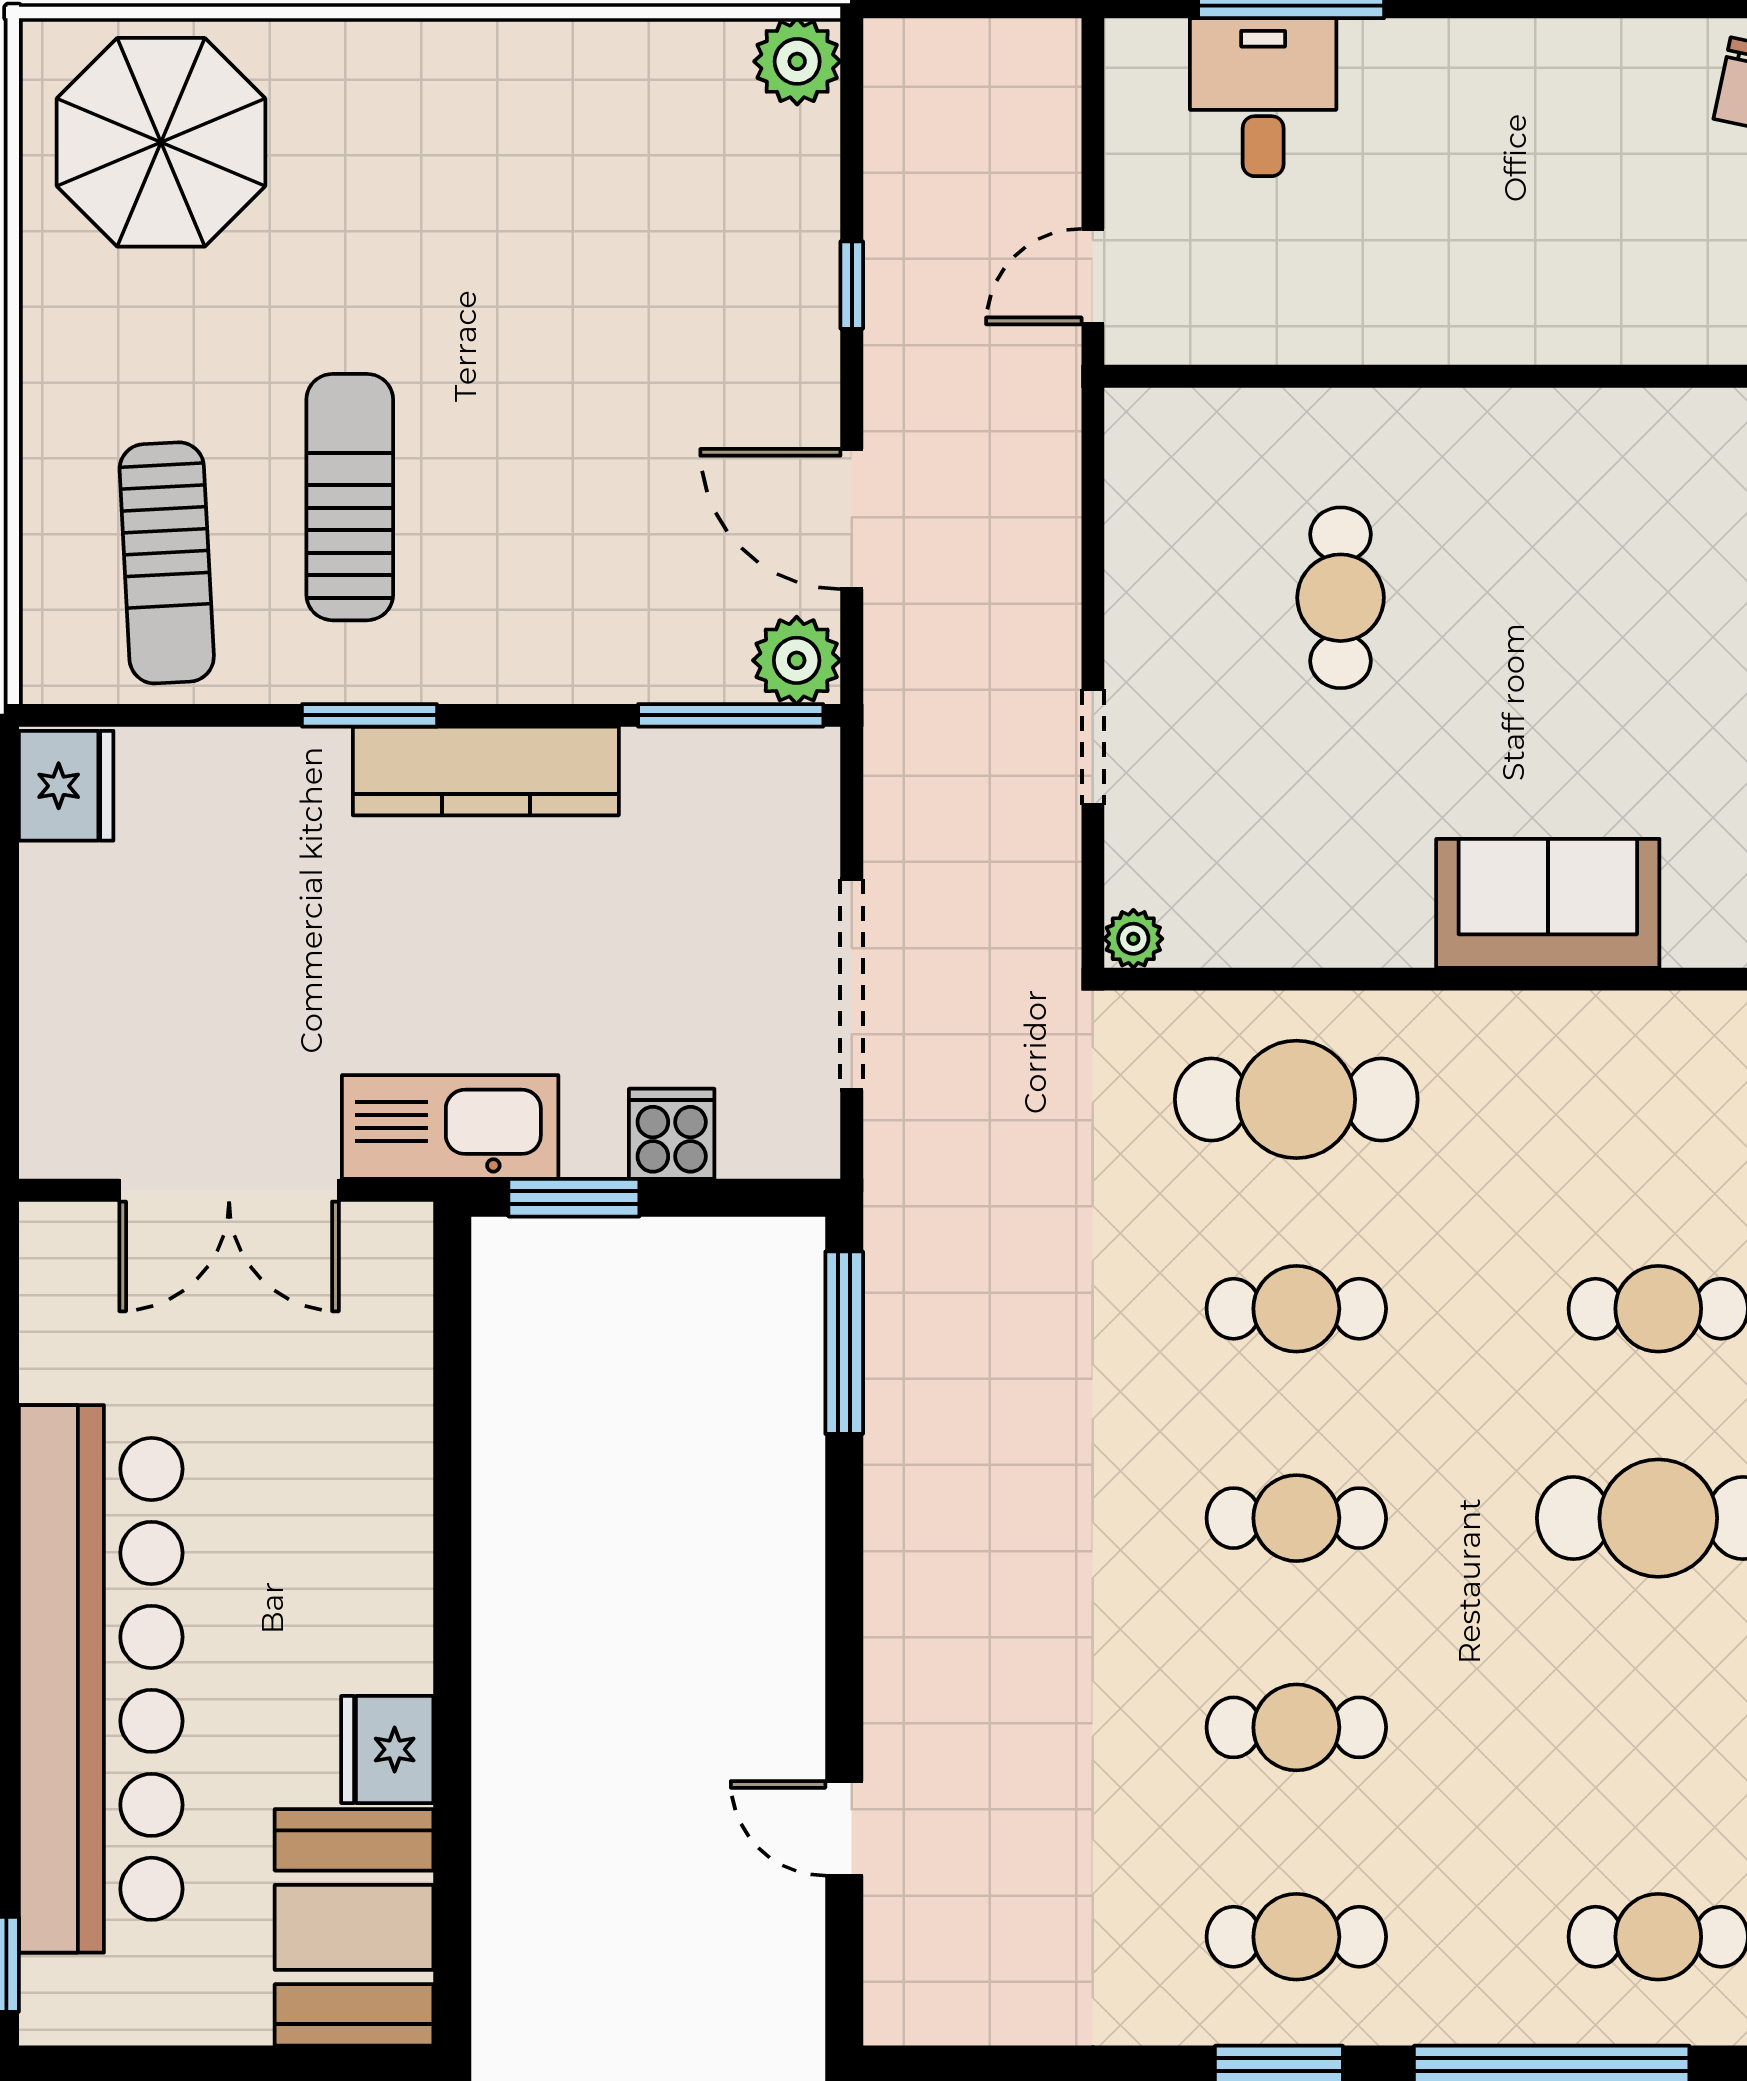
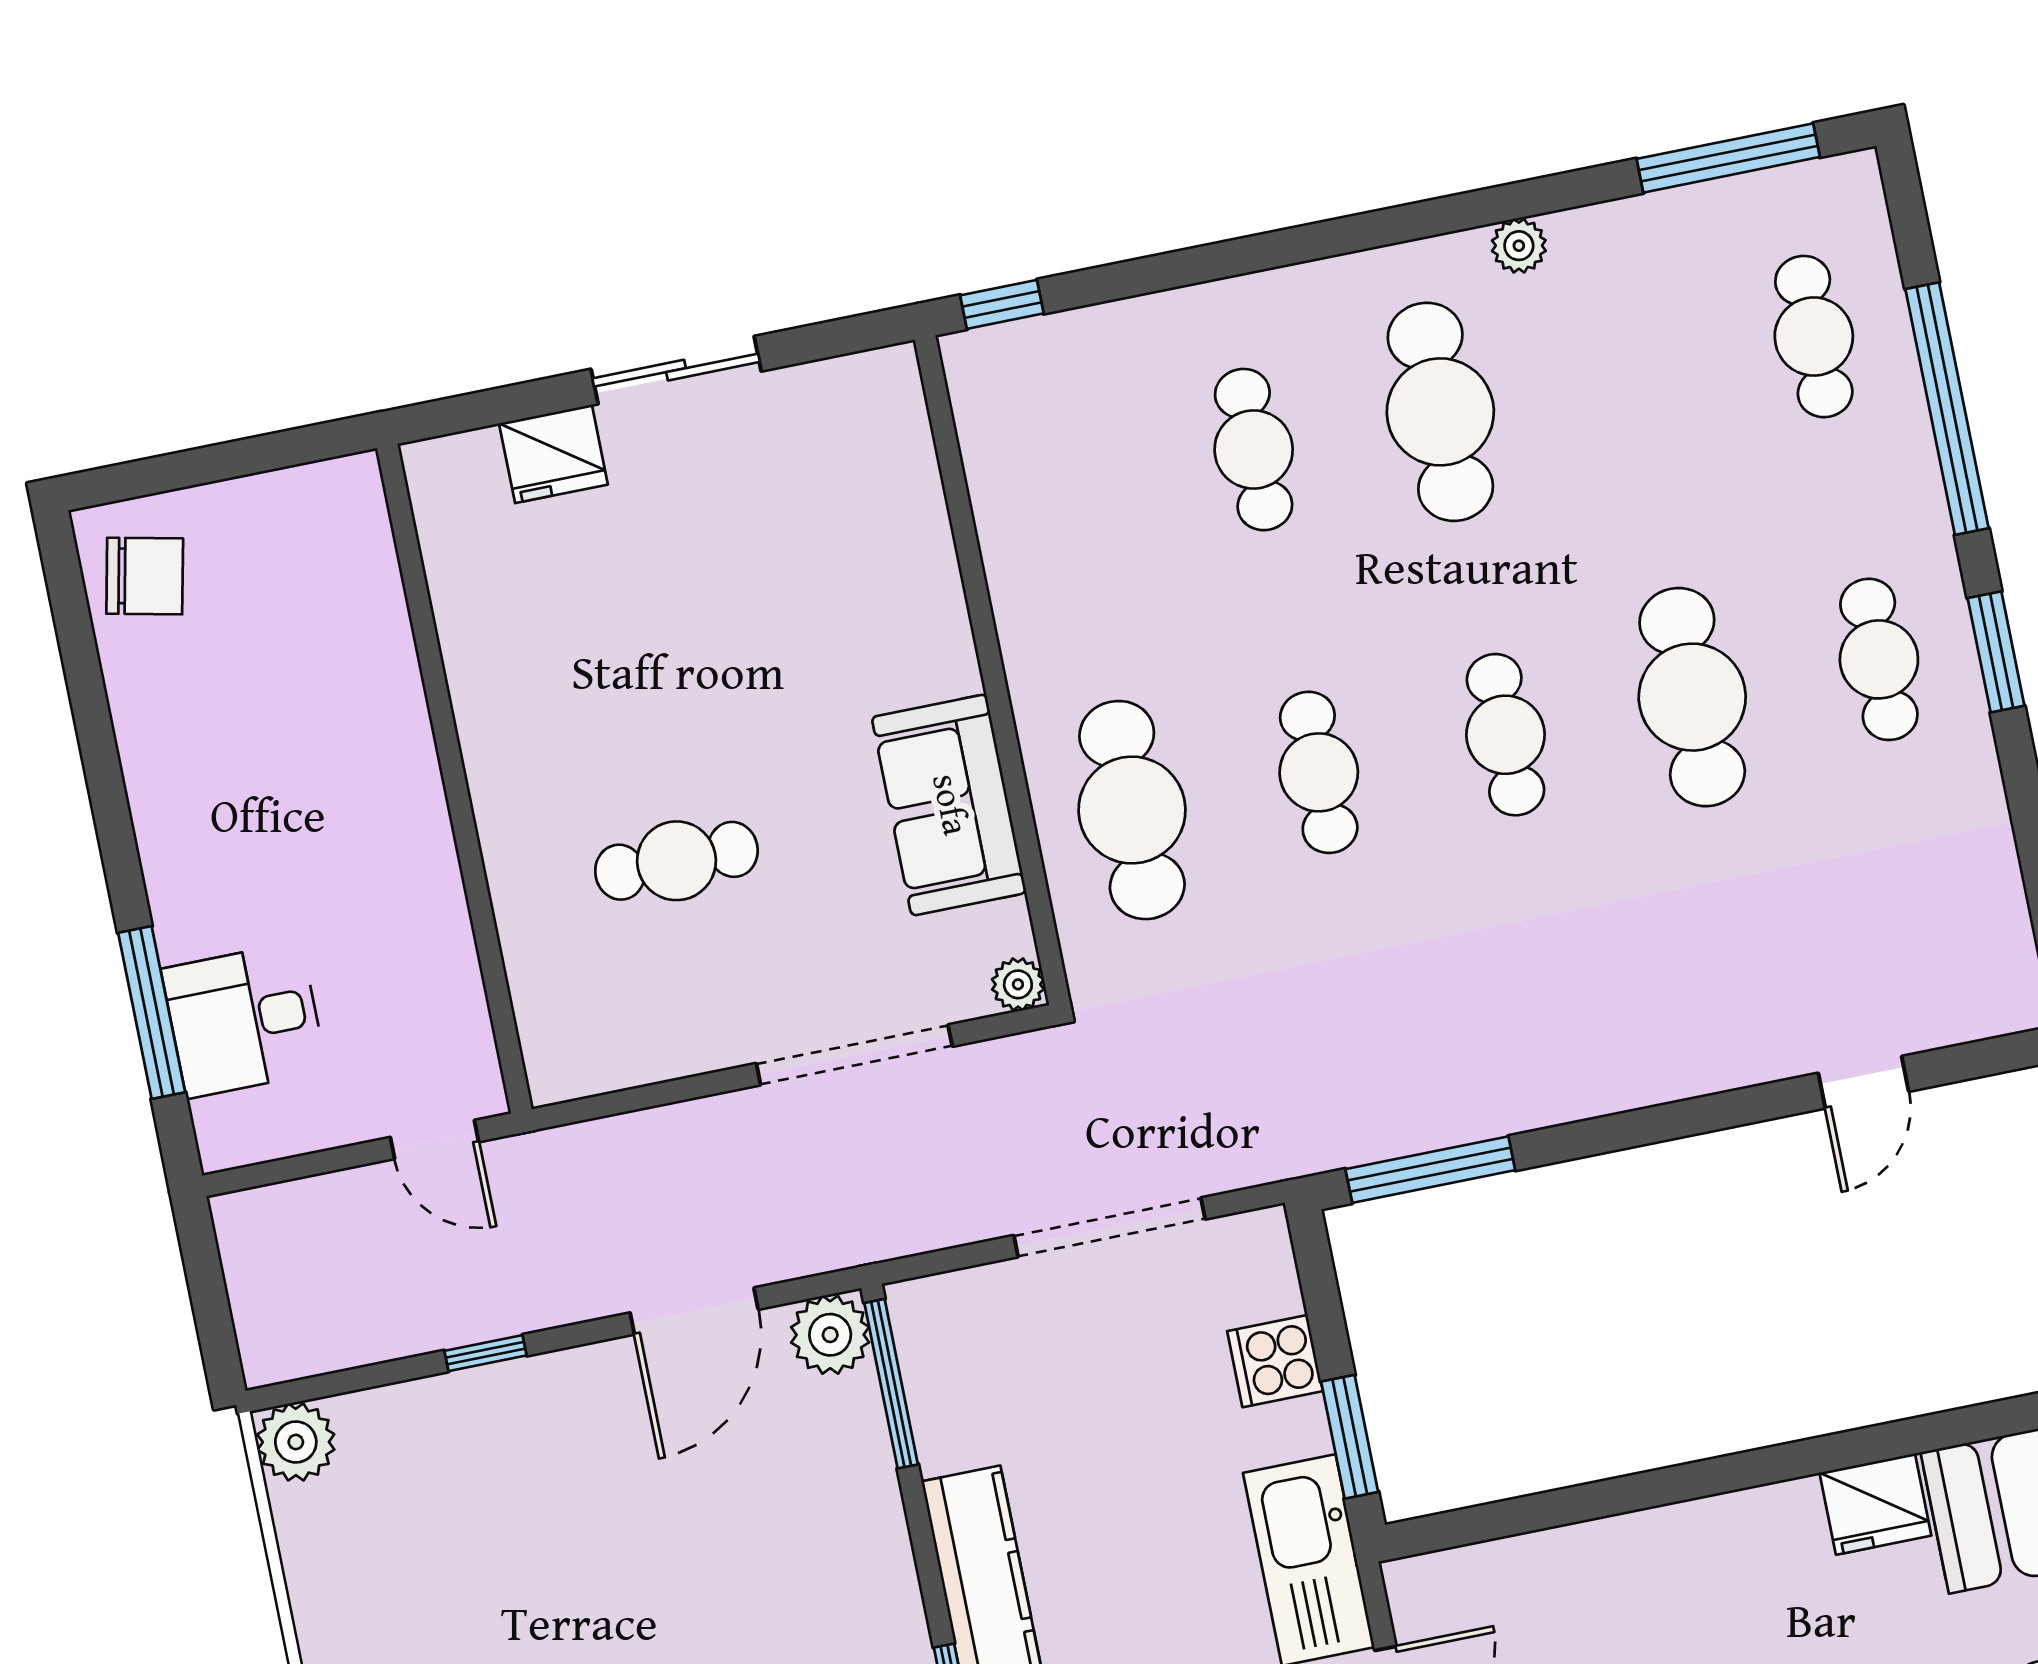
doorway: (1093, 747) -> (854, 1055), width x1.87
sofa: (1548, 903) -> (949, 805), moved
cafe table: (1296, 1727) -> (1692, 697), width x1.37, depth x1.35

